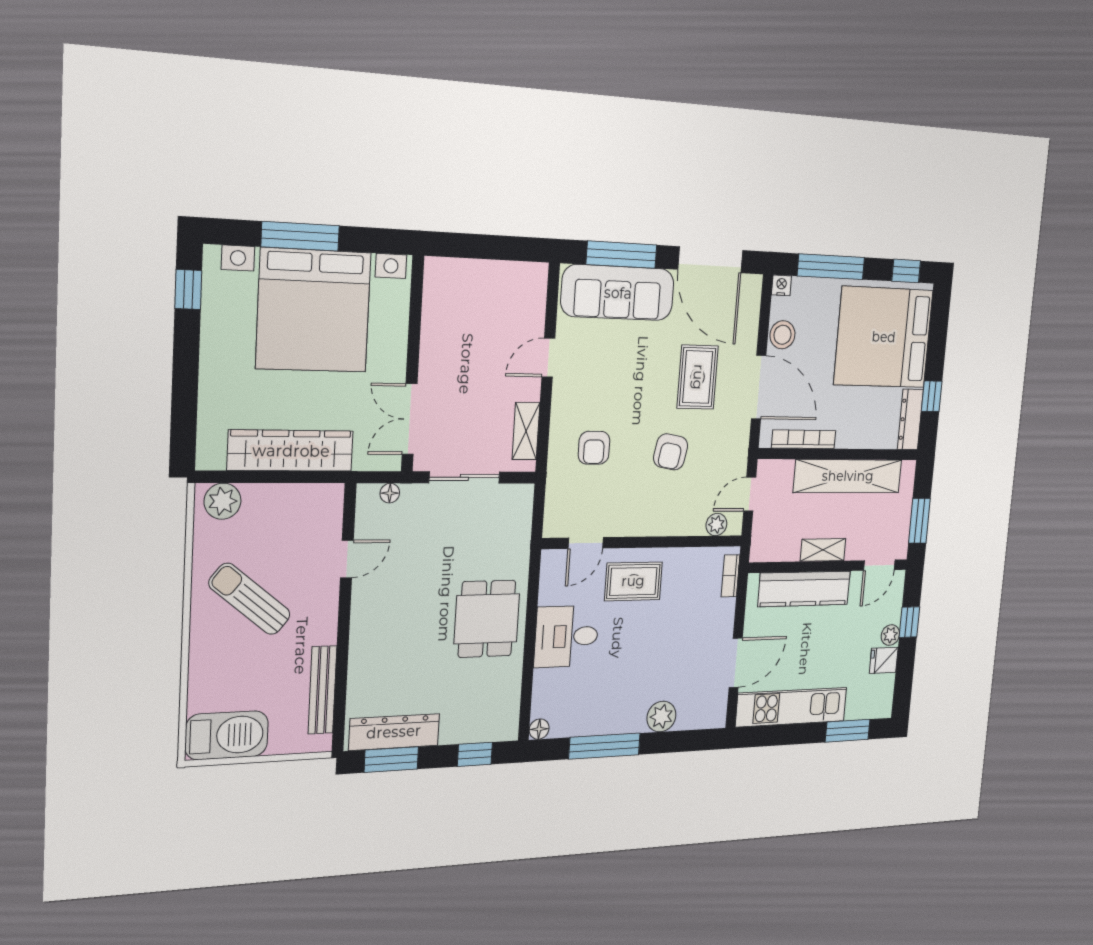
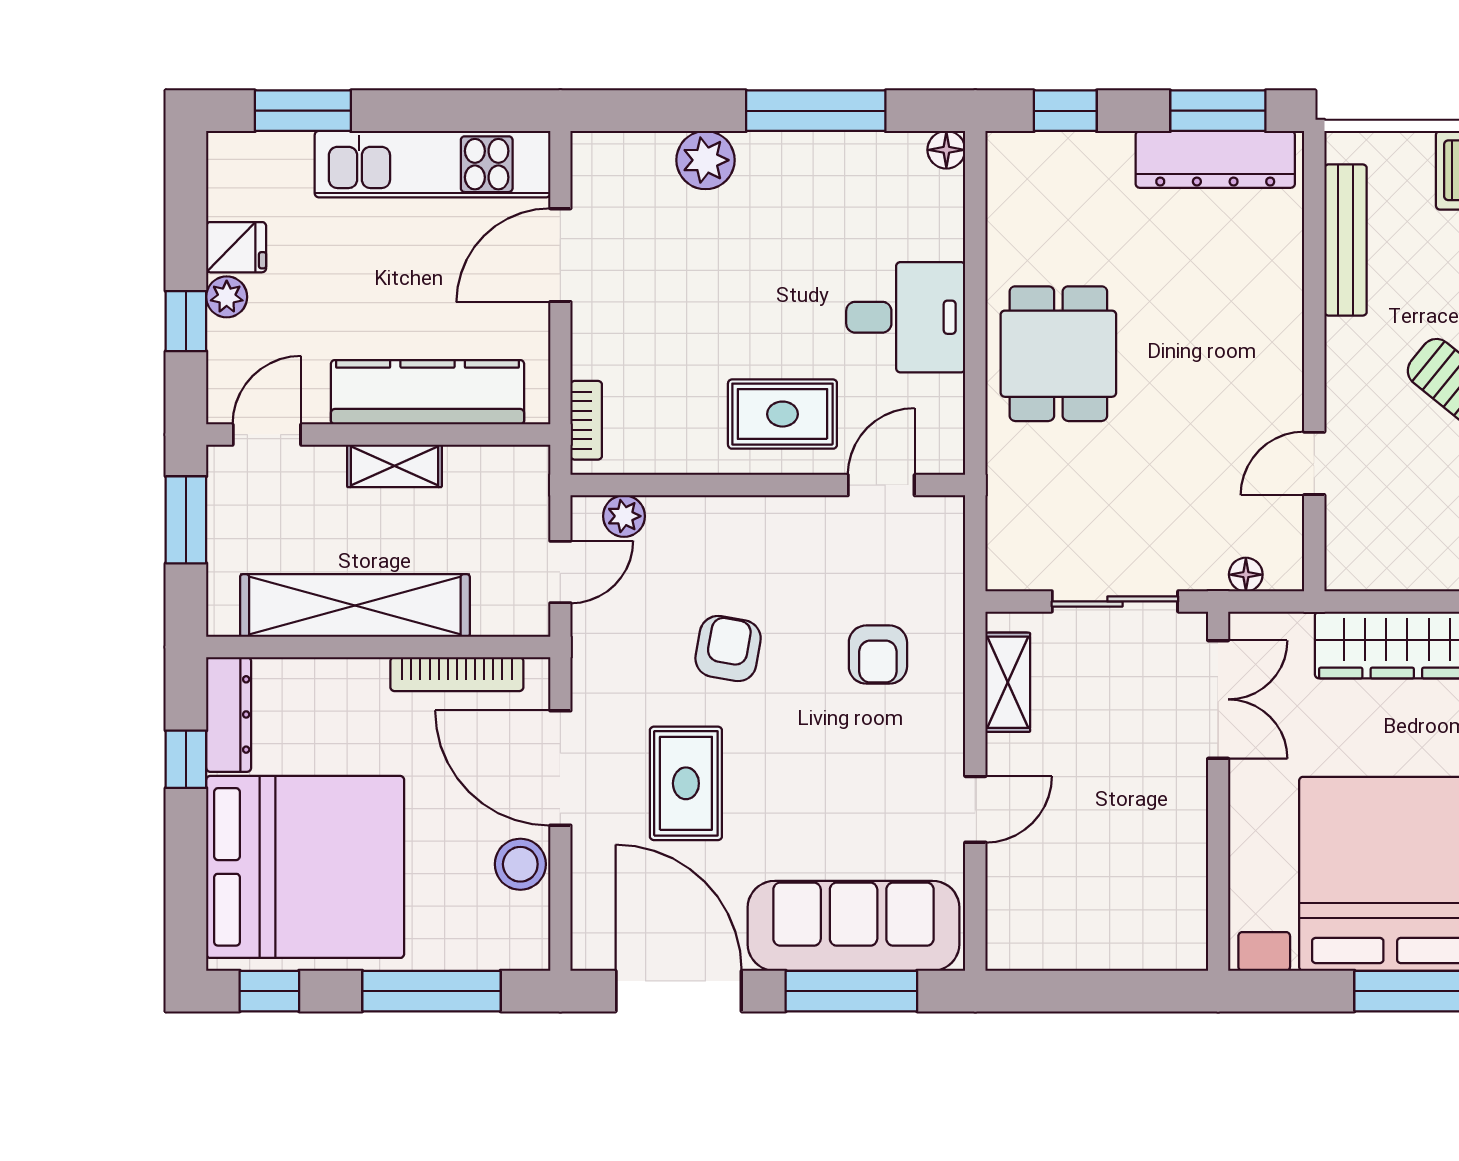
nightstand: (781, 285) -> (531, 953), removed
armchair: (594, 448) -> (878, 655), turned 180

